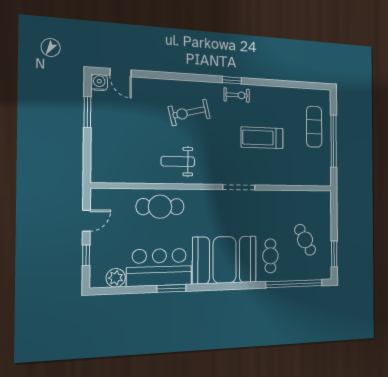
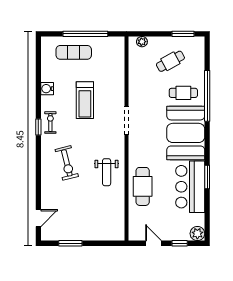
water cooler: (99, 82) -> (47, 89), moved
plant: (326, 206) -> (142, 42), added
plant: (116, 278) -> (197, 234), moved
window: (294, 284) -> (207, 96), moved

